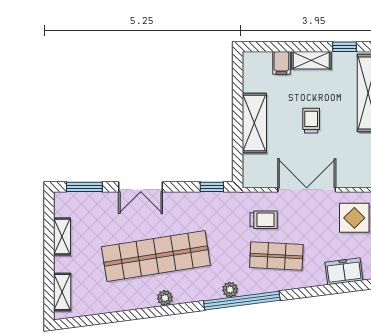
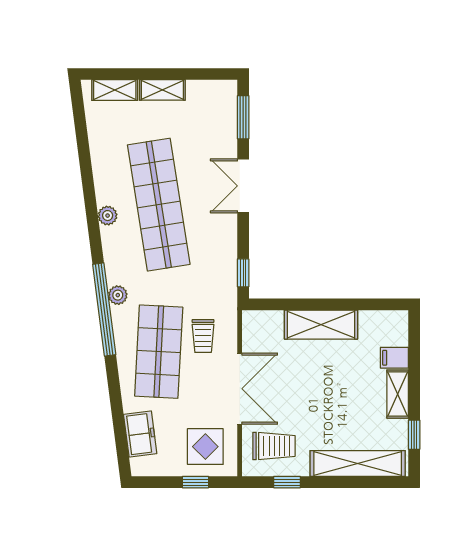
trolley: (311, 121) -> (274, 446), moved, width x1.36, depth x1.39
shelving: (62, 237) -> (162, 90), moved
shop shelf: (276, 256) -> (159, 352), width x1.43, depth x1.36

